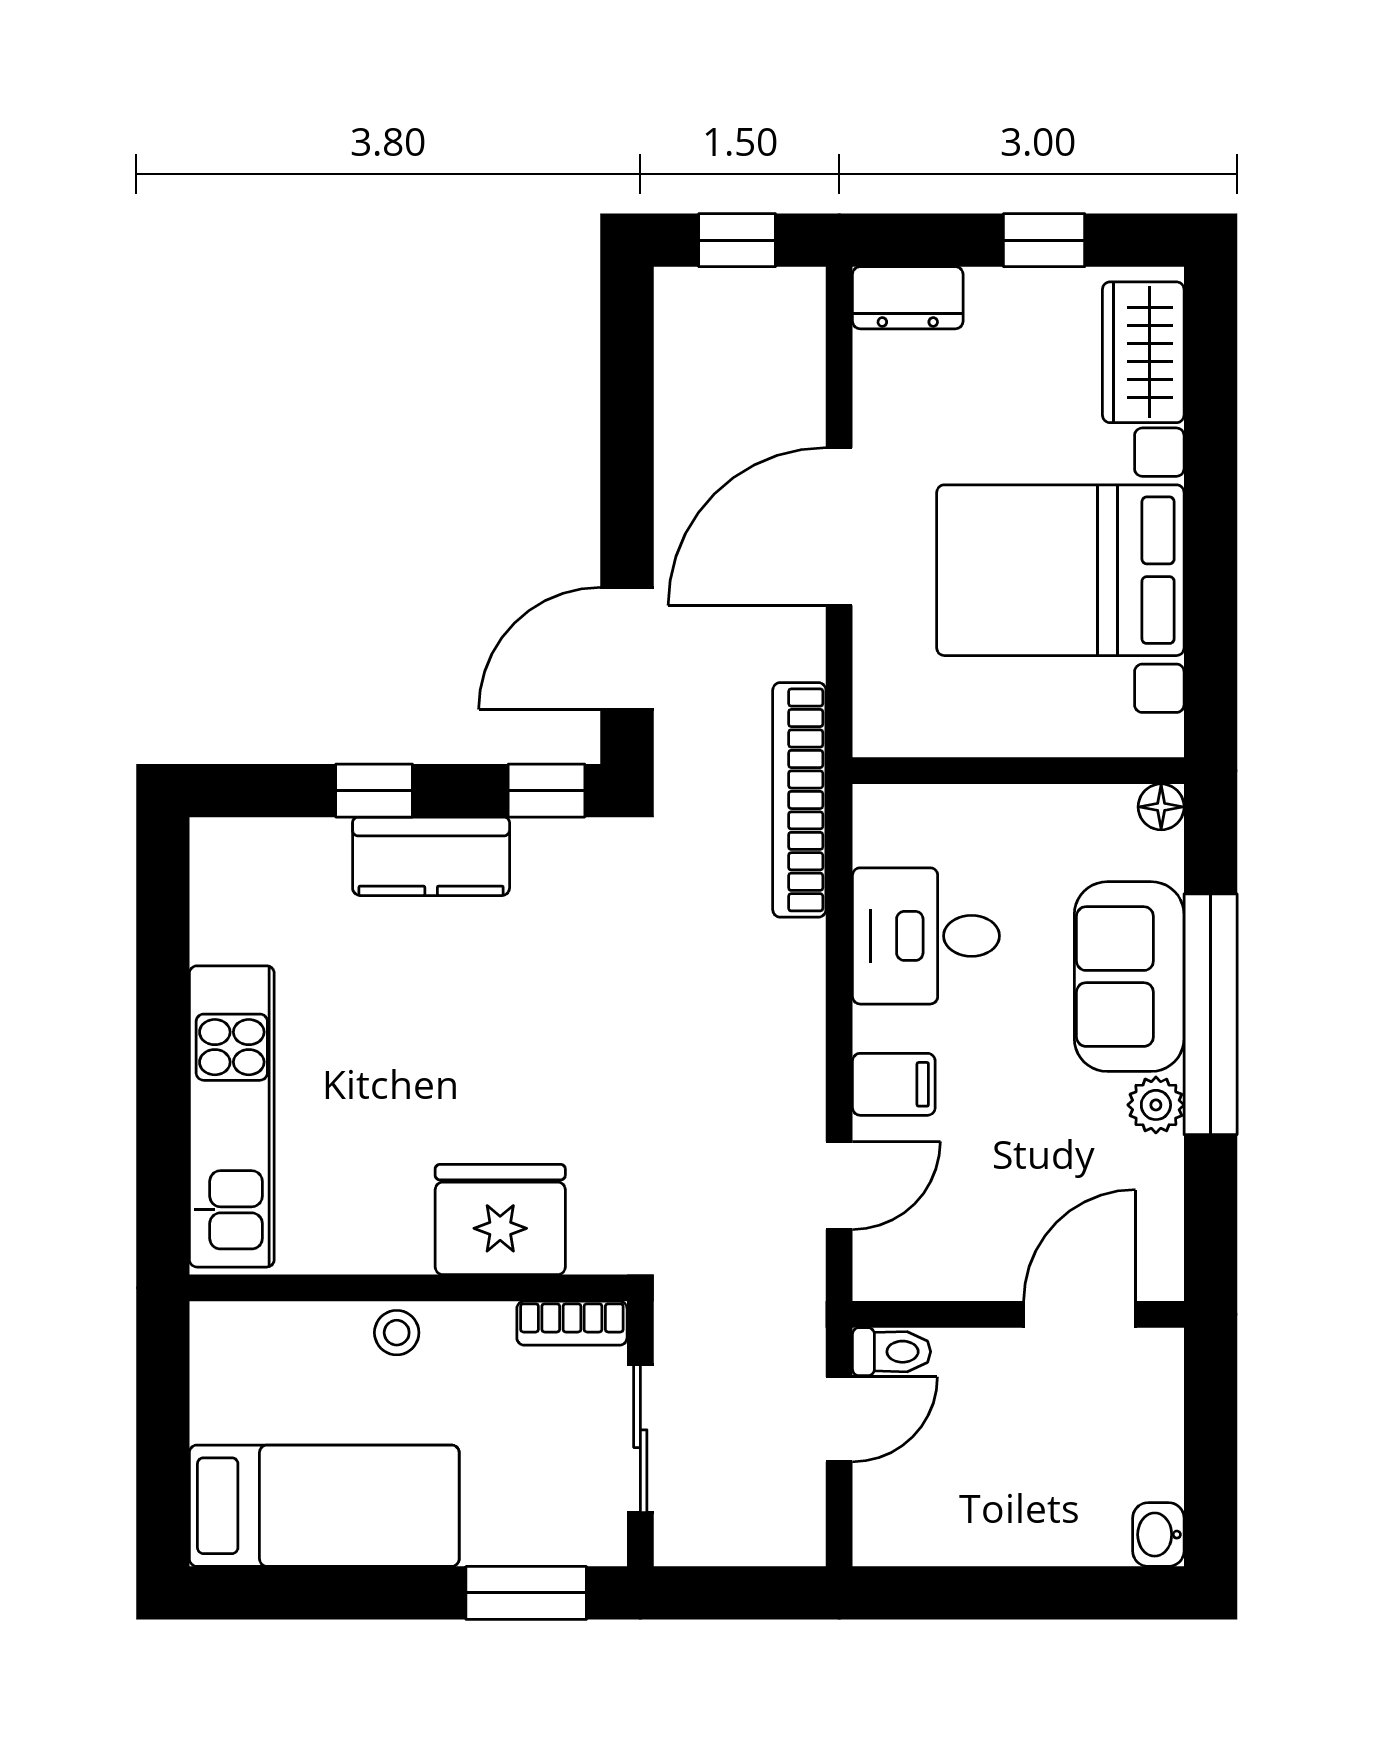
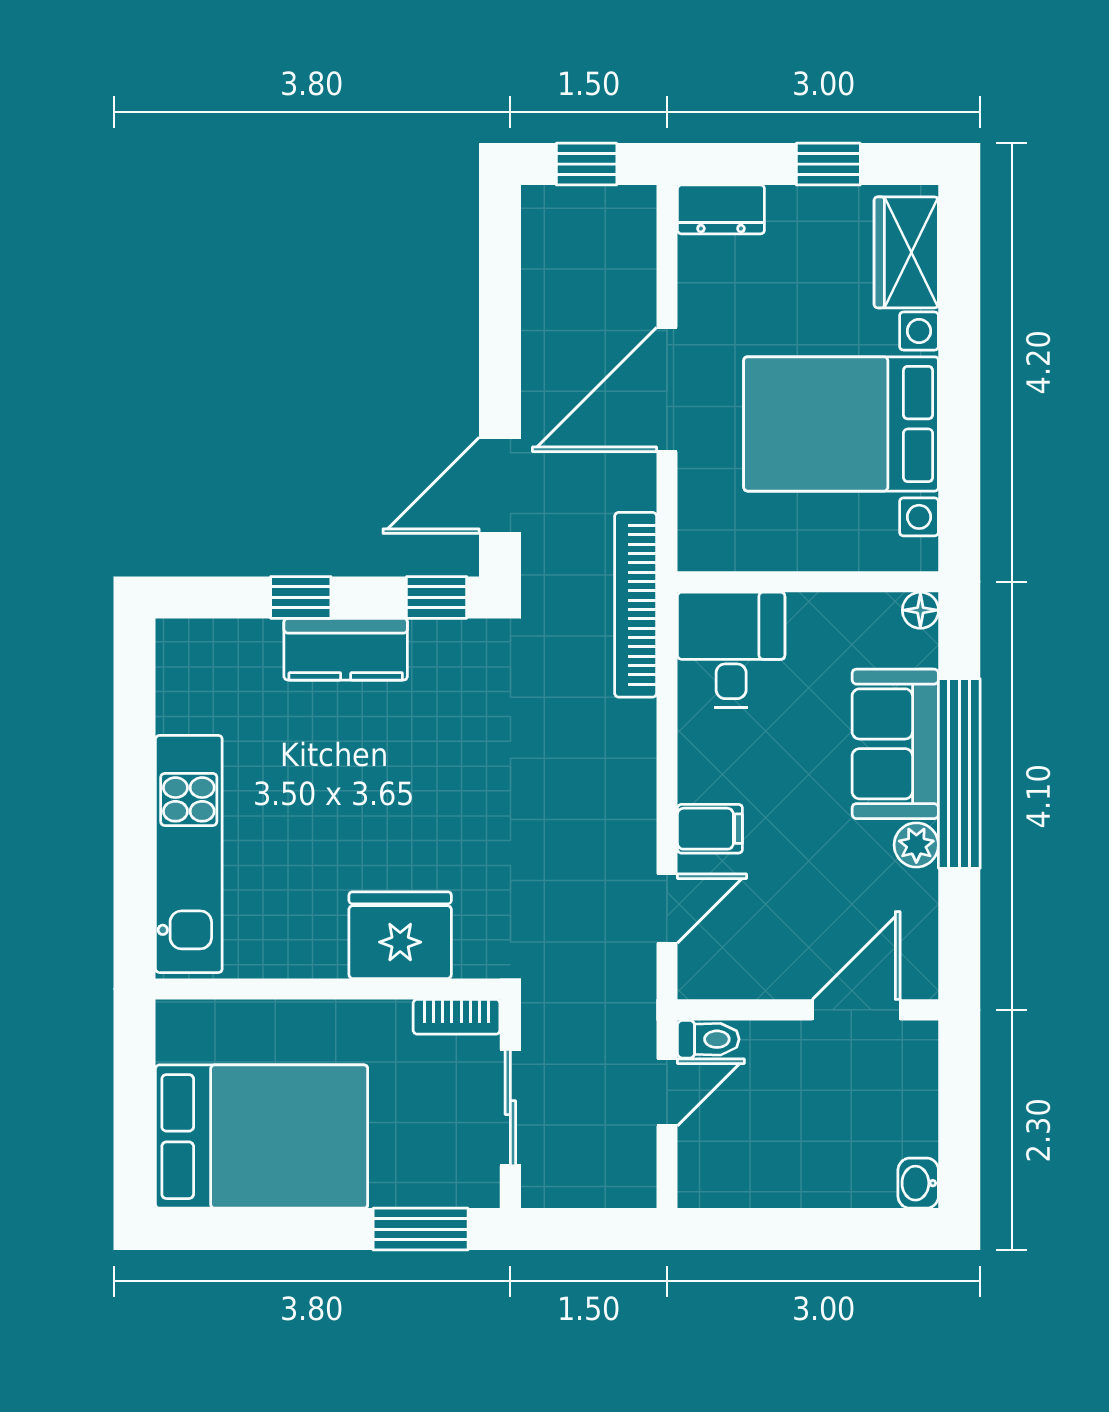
desk: (926, 936) -> (731, 650), moved, turned 90
stool: (397, 1333) -> (319, 1024), removed
bed: (324, 1506) -> (262, 1137), width x1.50

